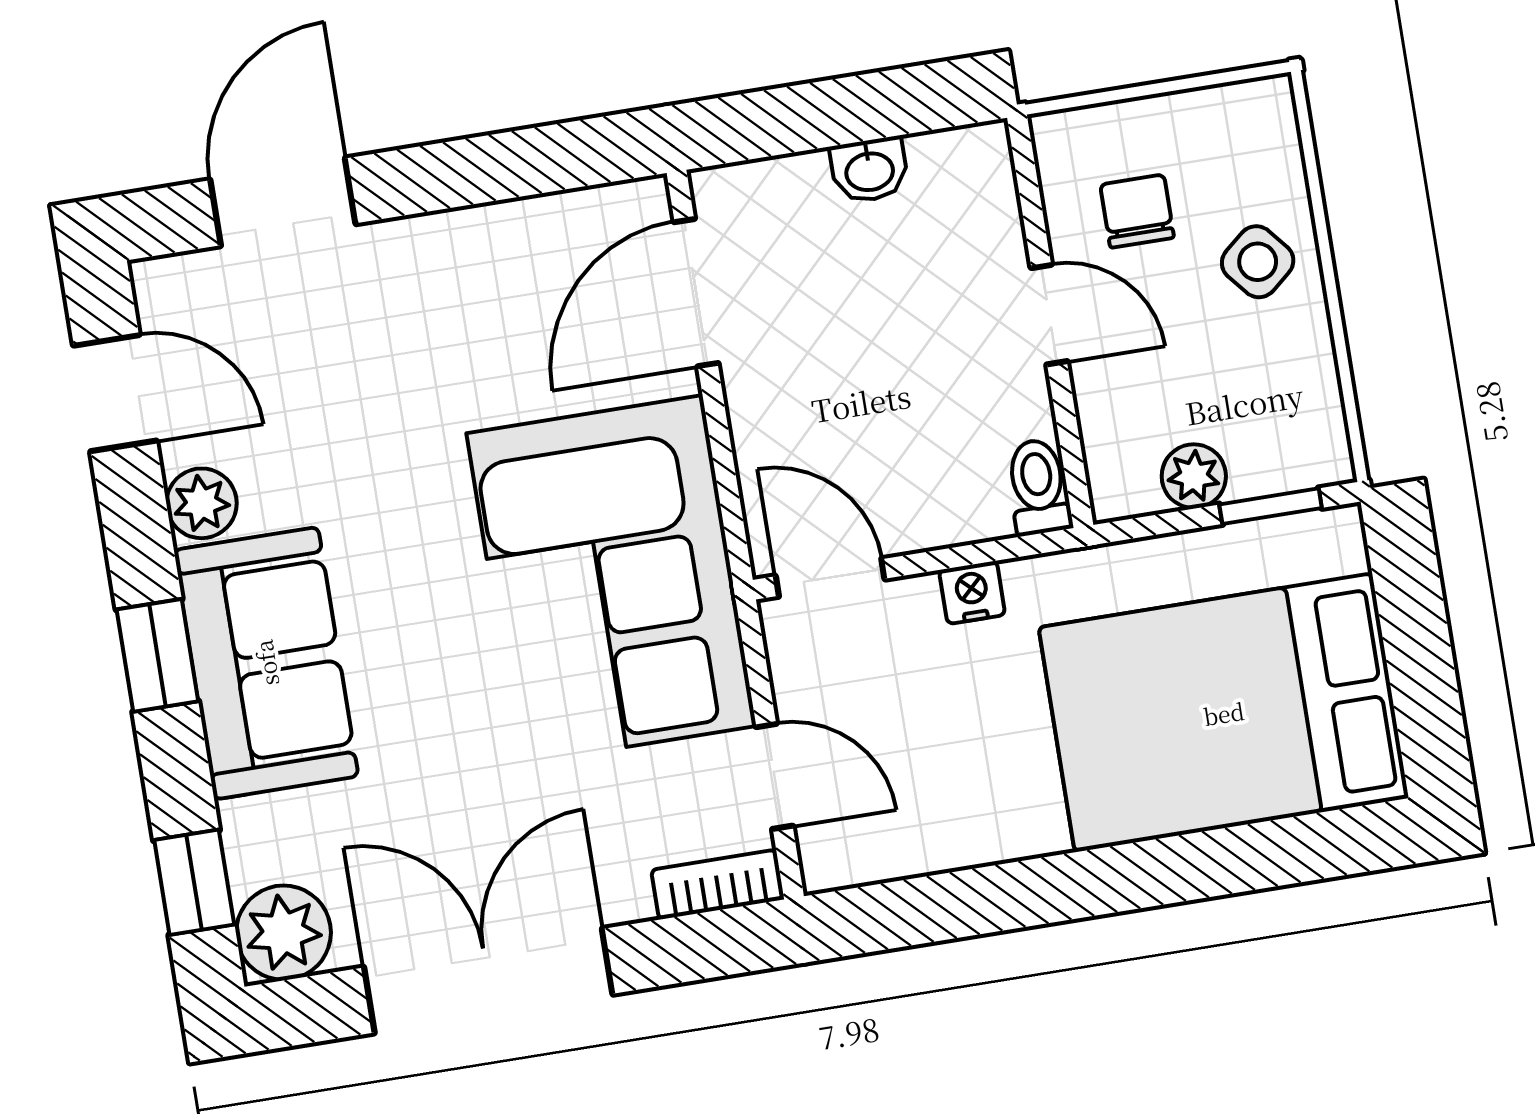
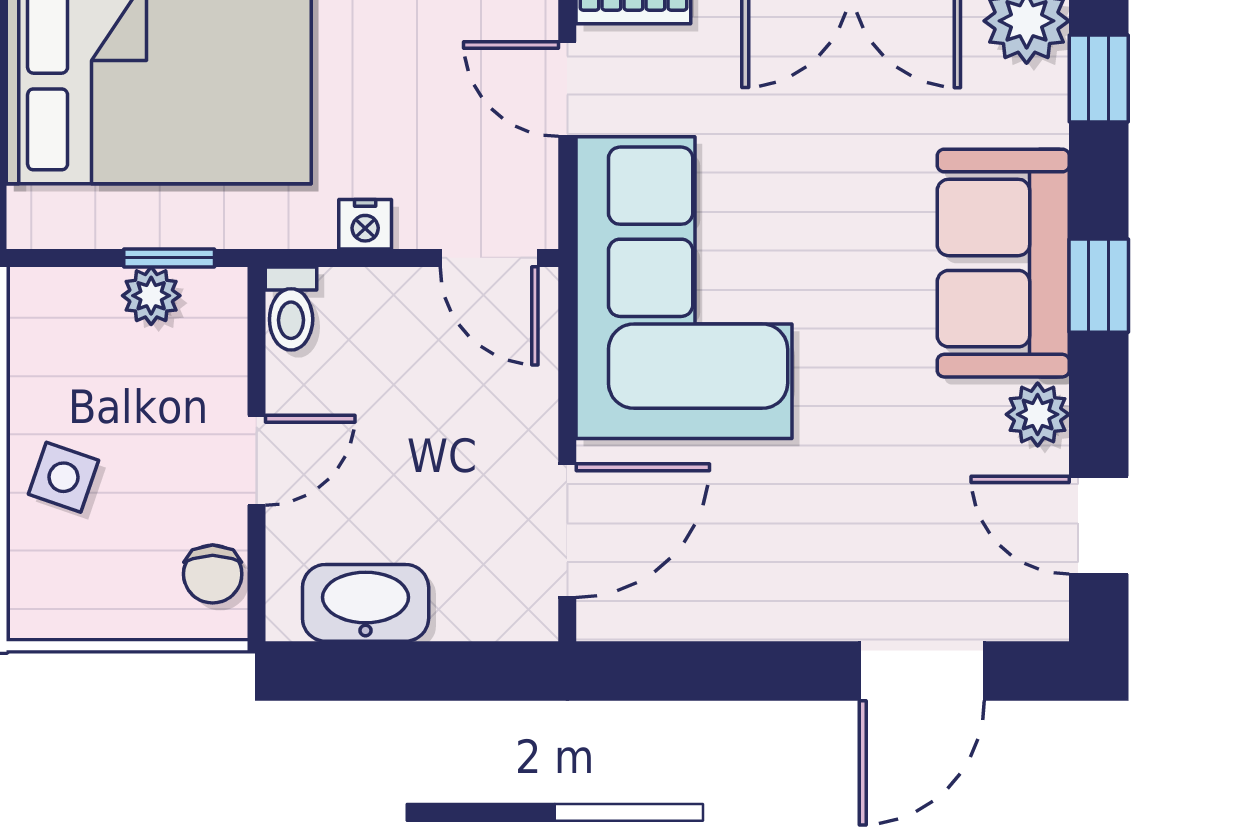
washbasin: (869, 170) -> (366, 603), width x1.91, depth x1.45
chair: (1137, 211) -> (213, 574), moved
side table: (1258, 262) -> (64, 477), turned -31
door: (1049, 315) -> (257, 460), swing flipped
window: (1271, 506) -> (169, 258), moved

